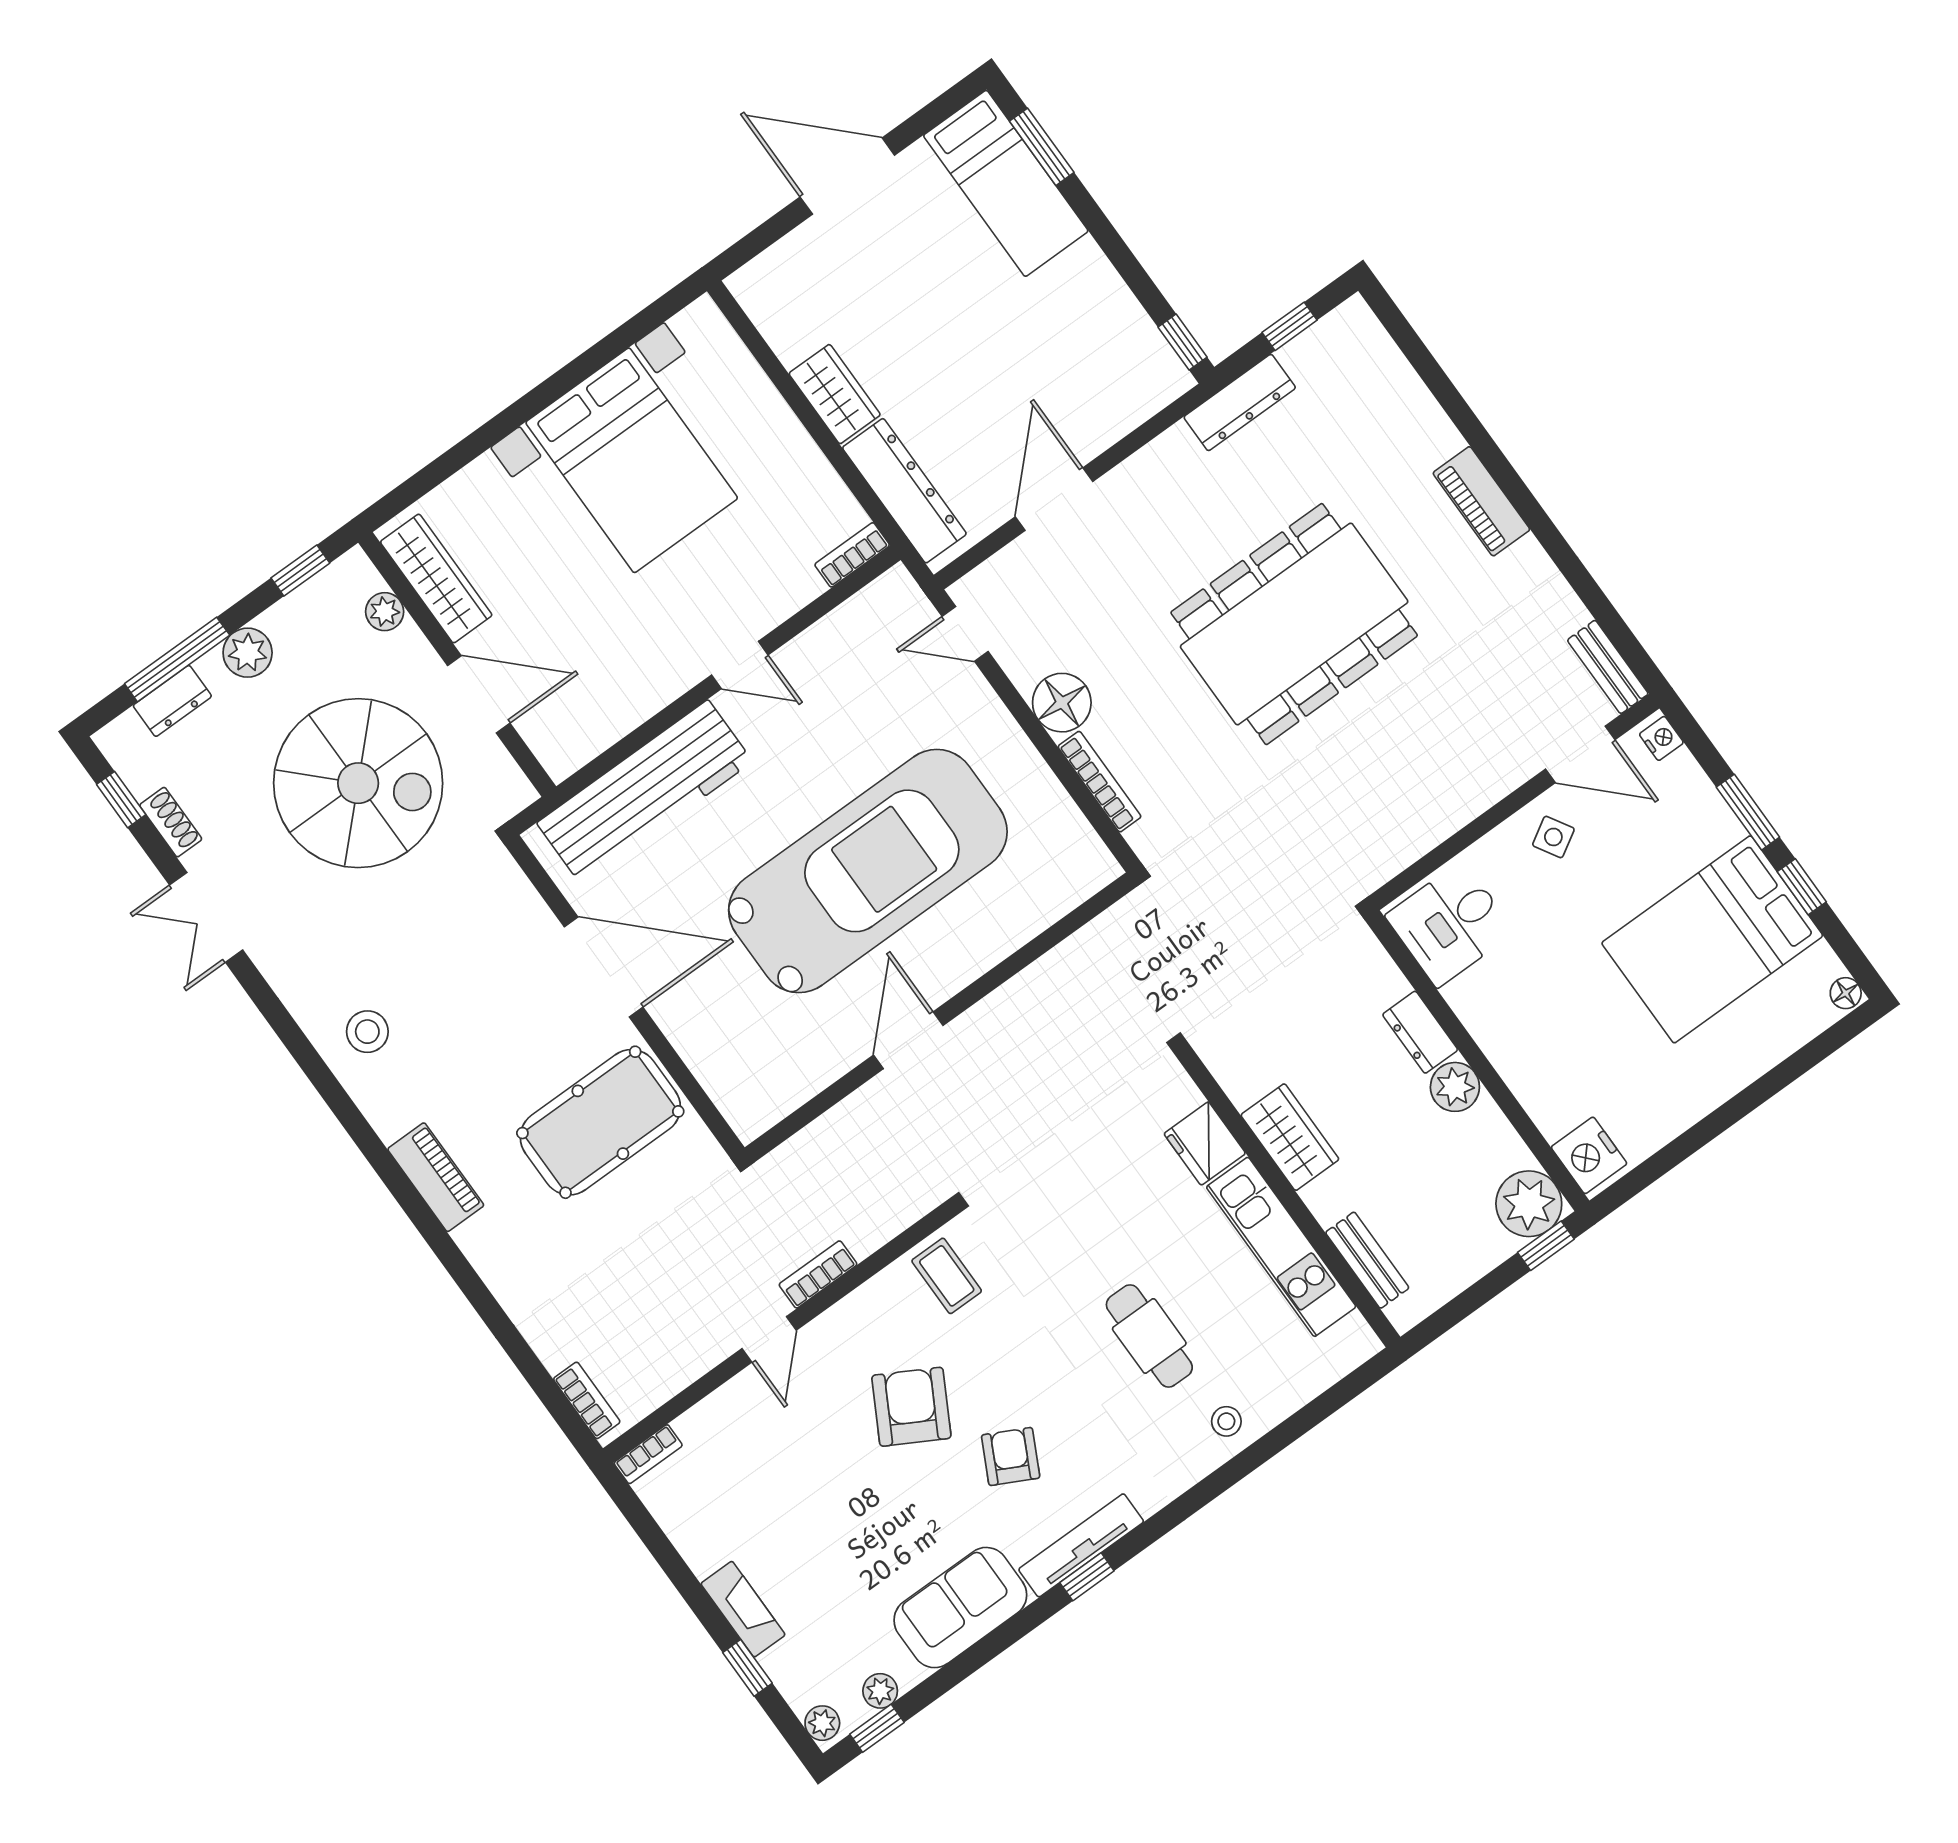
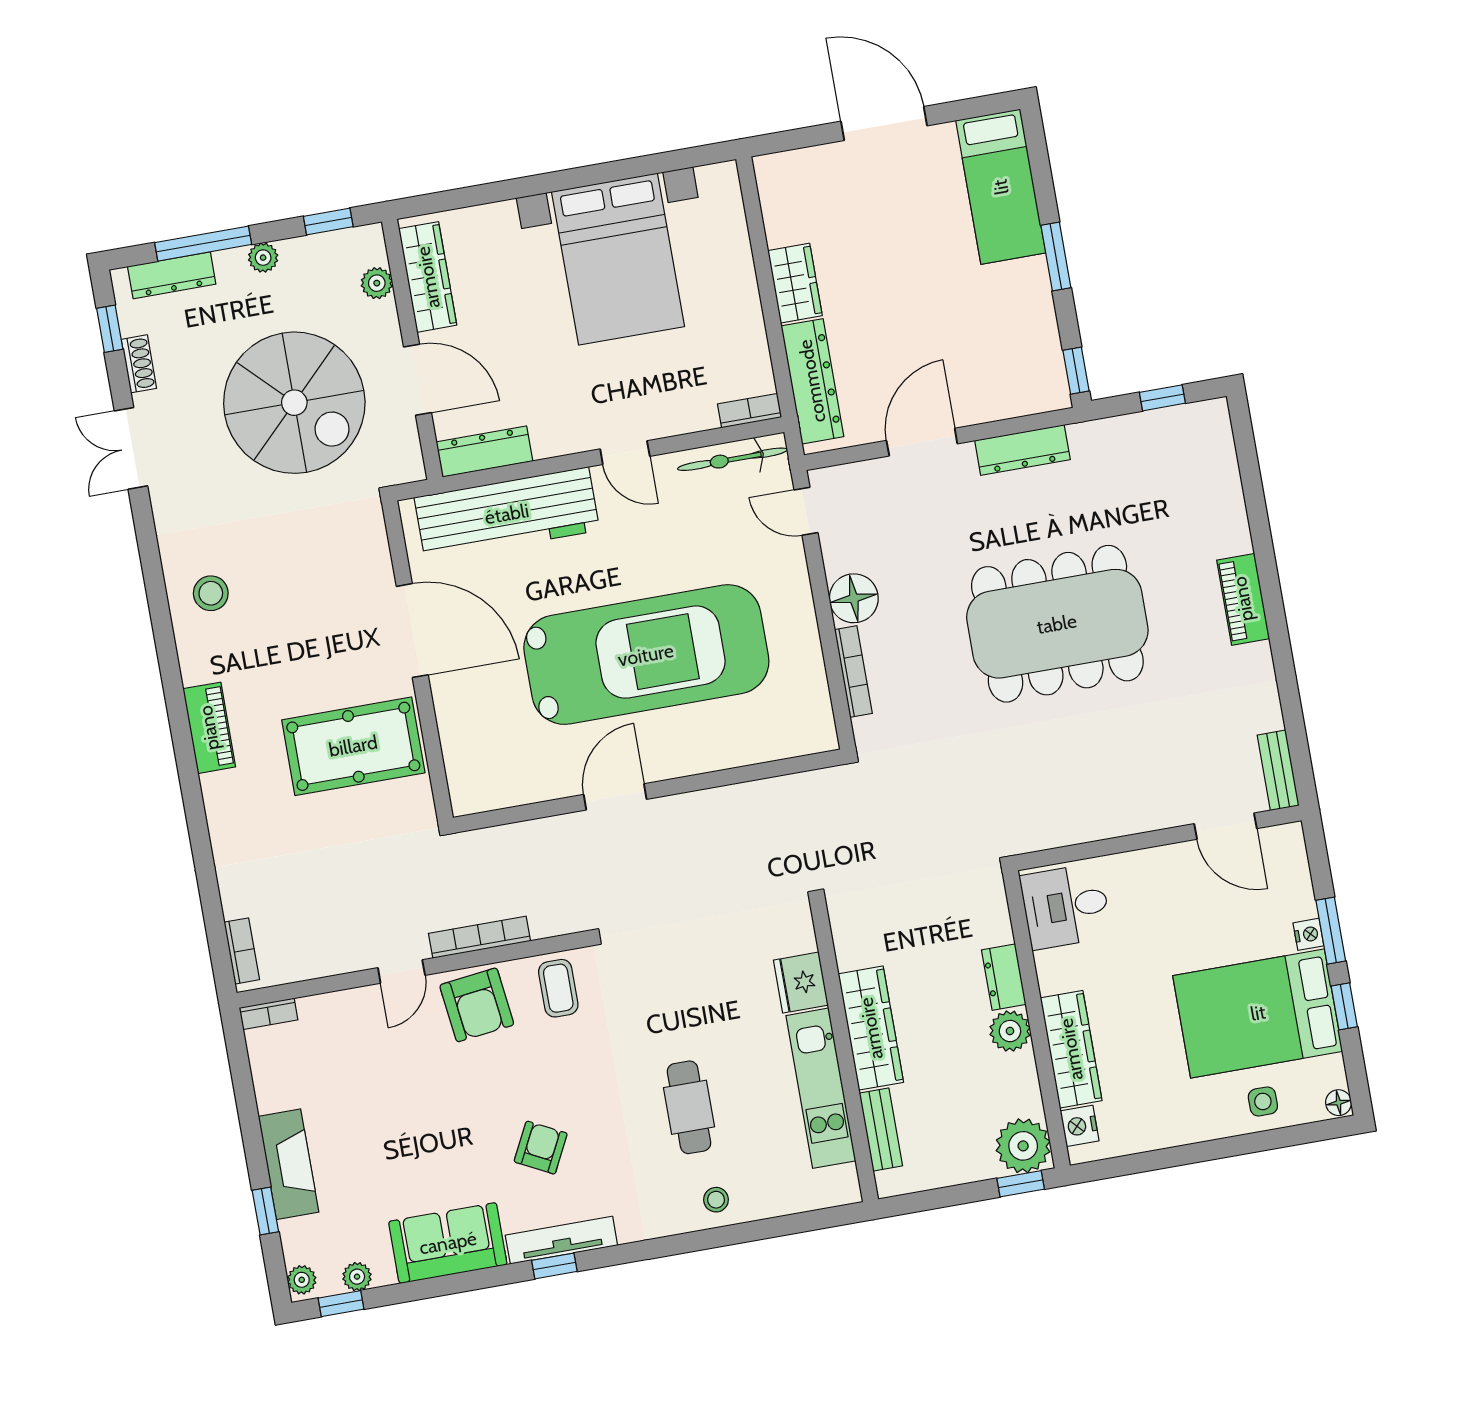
window: (1042, 147) -> (1056, 256), moved
dresser: (1240, 402) -> (1022, 450), moved
bicycle: (859, 616) -> (732, 459), added
plant: (248, 653) -> (263, 258), width x0.73, depth x0.73
dresser: (172, 701) -> (172, 275), width x1.44
dresser: (588, 737) -> (484, 452), added
nightstand: (1661, 738) -> (1308, 934), moved
side table: (1553, 837) -> (1263, 1101), moved, turned 31
wardrobe: (1530, 1075) -> (1071, 1049), added
wardrobe: (1290, 1137) -> (871, 1028), width x1.50
nightstand: (1589, 1155) -> (1080, 1126), width x0.74, depth x0.75
bookcase: (818, 1274) -> (479, 937), width x1.56
armchair: (911, 1407) -> (477, 1005), moved, turned 144
fireplace: (743, 1609) -> (289, 1164), width x1.37, depth x1.32

